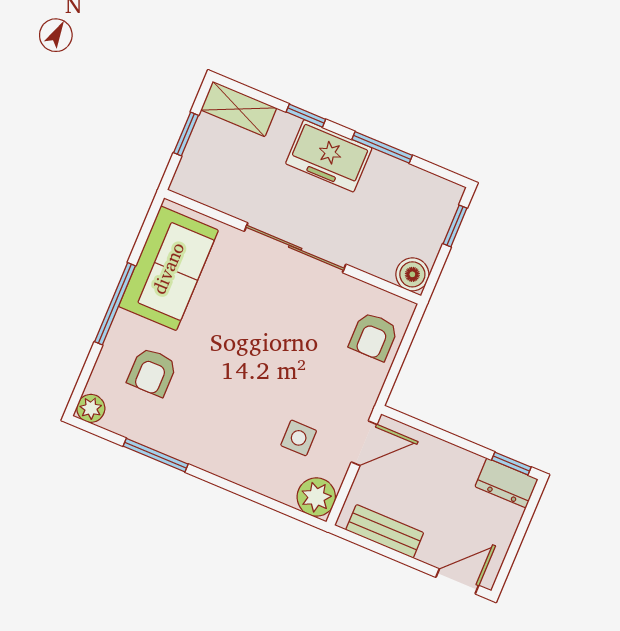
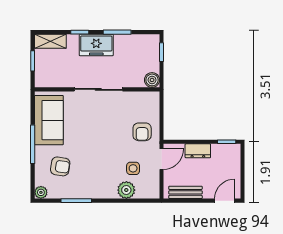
armchair: (374, 336) -> (142, 132), moved
armchair: (152, 372) -> (60, 166), turned -81
dresser: (506, 483) -> (198, 151), moved
plant: (316, 497) -> (126, 190), moved

